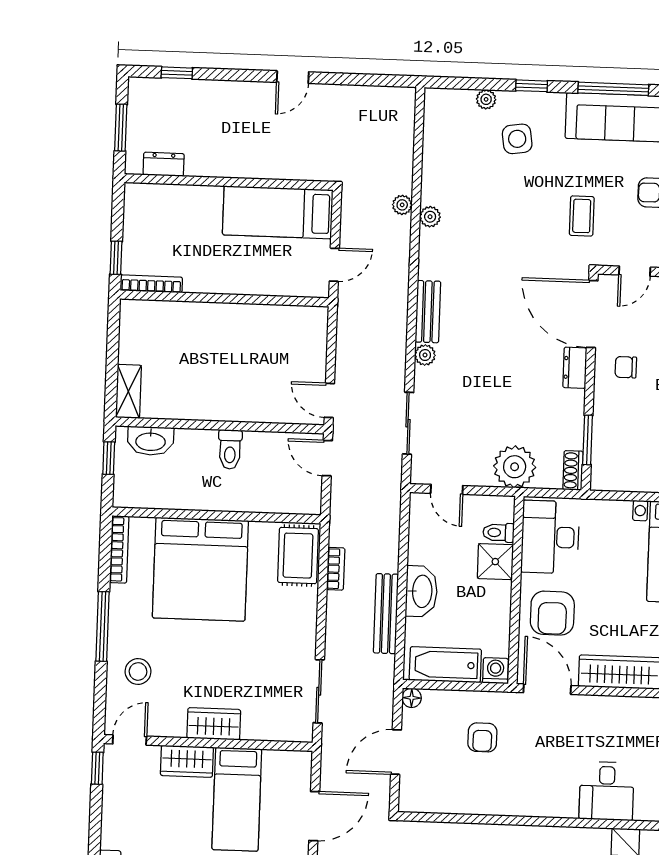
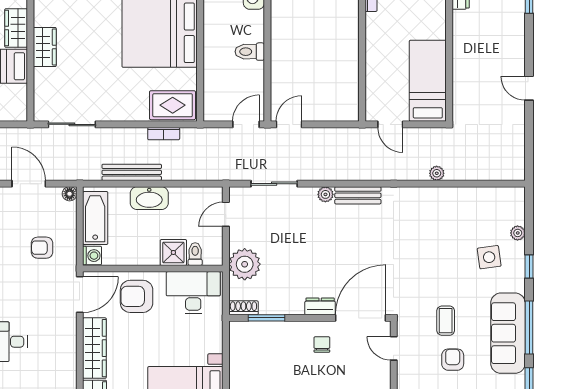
coffee table: (582, 216) -> (446, 321), moved, turned 90
plant: (430, 217) -> (429, 194), removed

